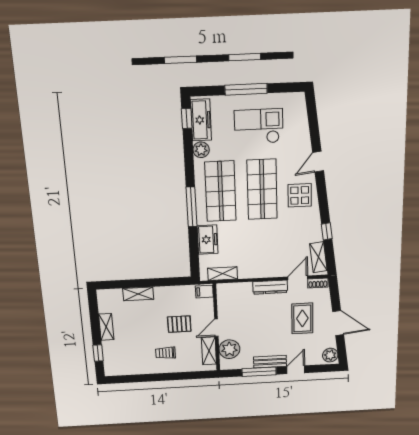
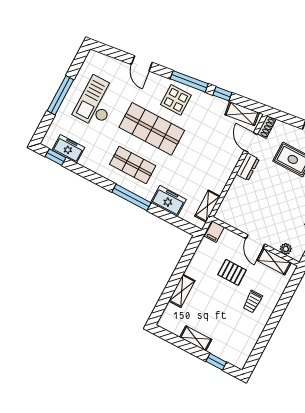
freezer: (201, 120) -> (68, 149), width x0.71
plant: (201, 150) -> (88, 161), removed
door: (318, 162) -> (142, 63), moved
shop shelf: (221, 191) -> (133, 165), width x0.70, depth x0.74
window: (322, 197) -> (189, 81), added
dresser: (270, 287) -> (248, 167), width x0.70
pallet: (179, 324) -> (232, 272), turned 90
plant: (229, 349) -> (286, 249), width x0.53, depth x0.53

